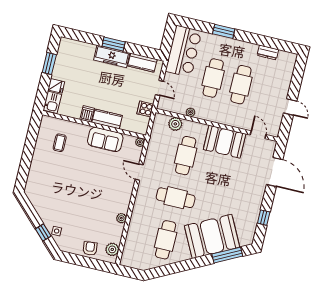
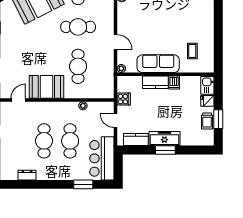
window: (224, 31) -> (83, 184), moved
trolley: (62, 64) -> (207, 121), added
plant: (175, 124) -> (94, 92), removed
door: (258, 135) -> (18, 100), swing flipped
sofa: (105, 139) -> (158, 64), width x1.36

